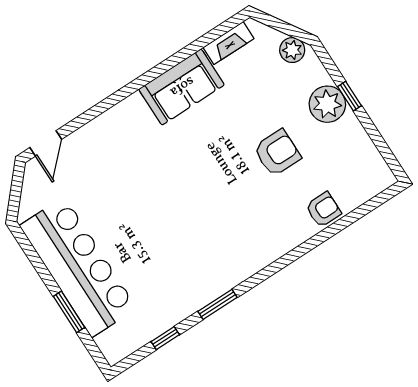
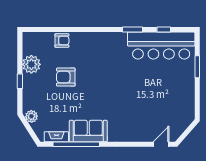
window: (187, 52) -> (76, 144), added
plant: (327, 104) -> (31, 64), moved
armchair: (323, 210) -> (62, 41), turned 180
bar counter: (78, 267) -> (161, 46), moved, turned -90

